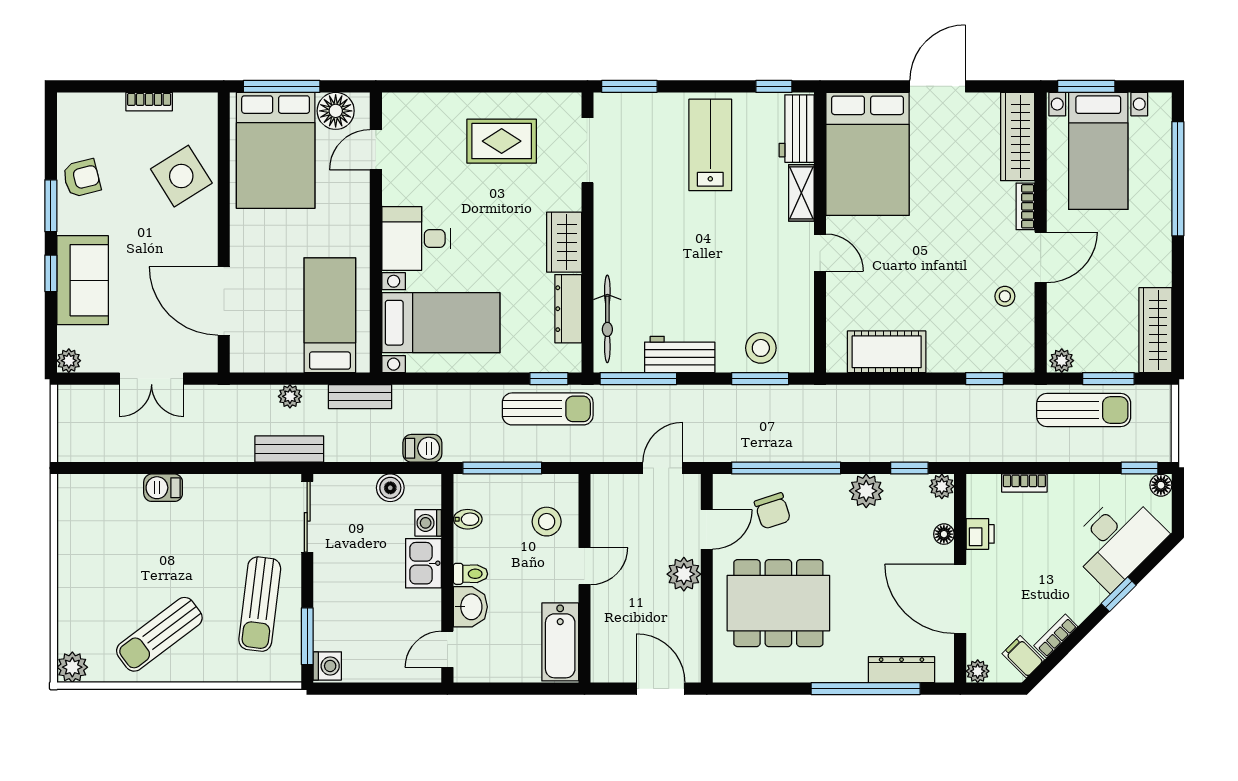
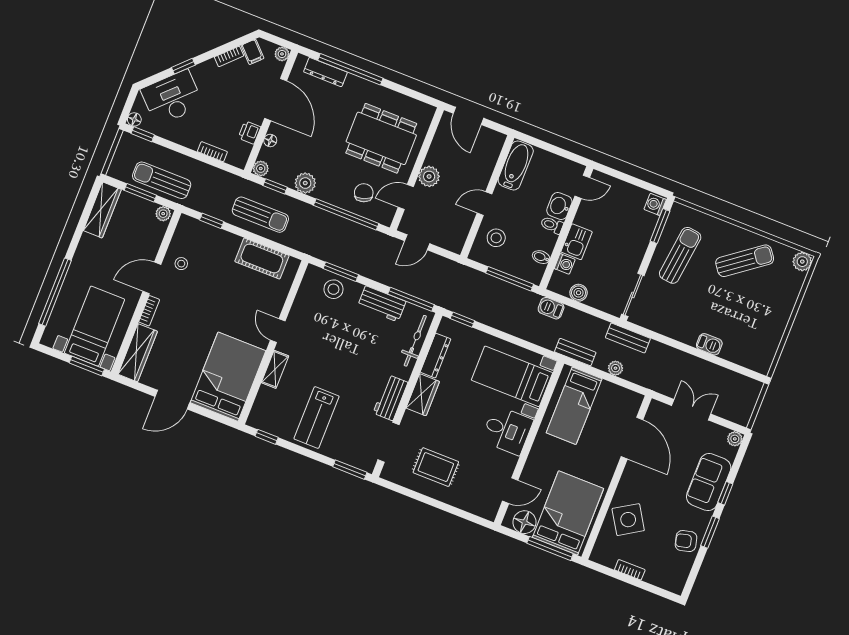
workbench: (797, 129) -> (390, 398), moved, turned 180
sun lounger: (548, 409) -> (260, 215), moved, turned 180

